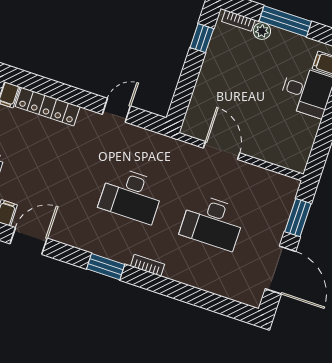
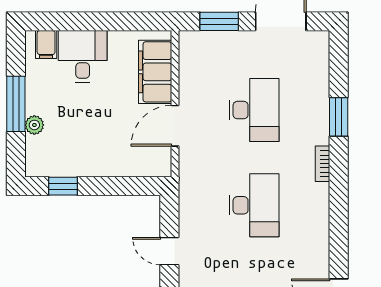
bookcase: (238, 21) -> (32, 154), removed
filing cabinet: (273, 149) -> (155, 72), added
window: (106, 267) -> (339, 117), moved

